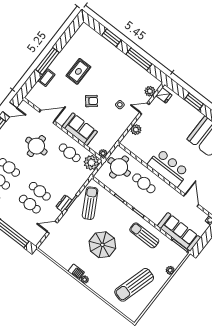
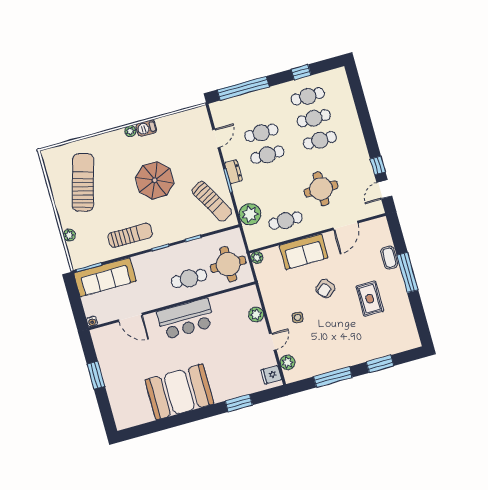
plant: (91, 163) -> (250, 214), moved

